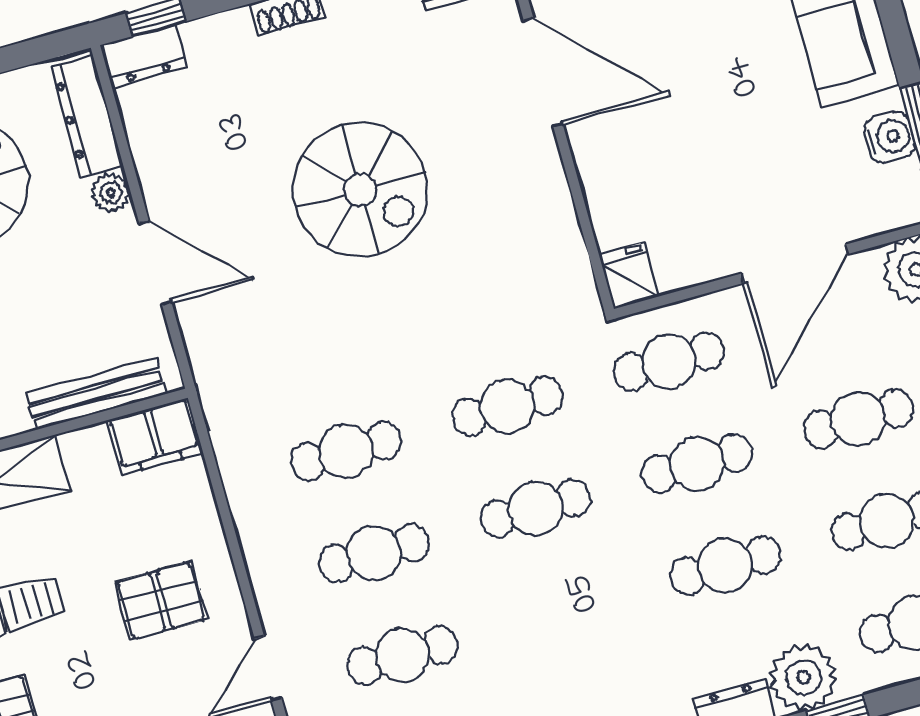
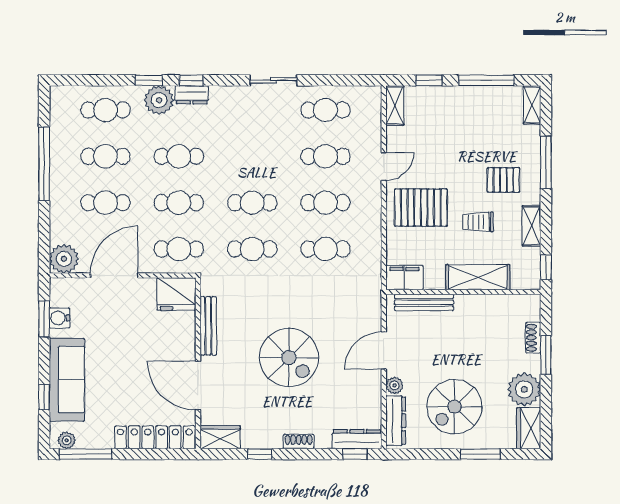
dresser: (144, 56) -> (357, 439), width x1.44
spiral stairs: (360, 190) -> (289, 358), turned 180
bench: (557, 210) -> (208, 326), added
door: (155, 263) -> (384, 351), hinge flipped
fridge: (629, 276) -> (177, 294), width x1.88, depth x1.34
pallet: (161, 601) -> (421, 208), width x1.50, depth x1.42

